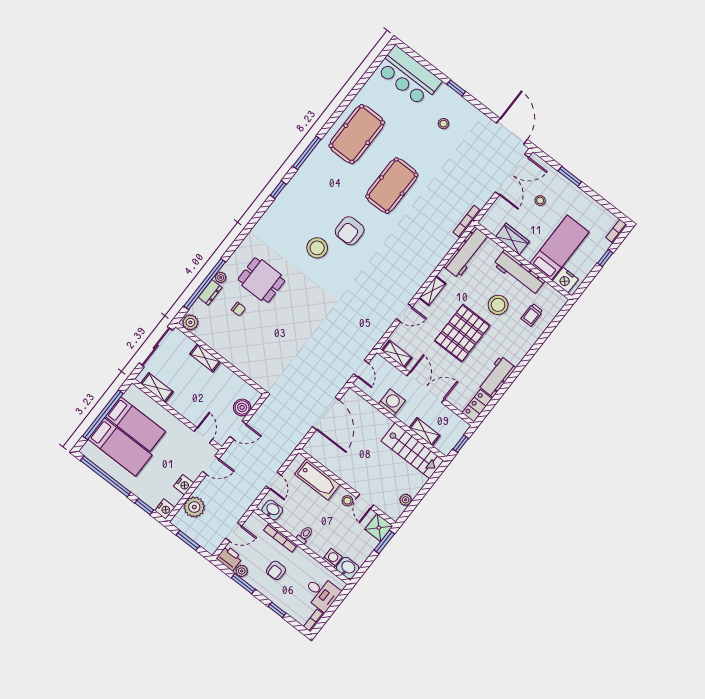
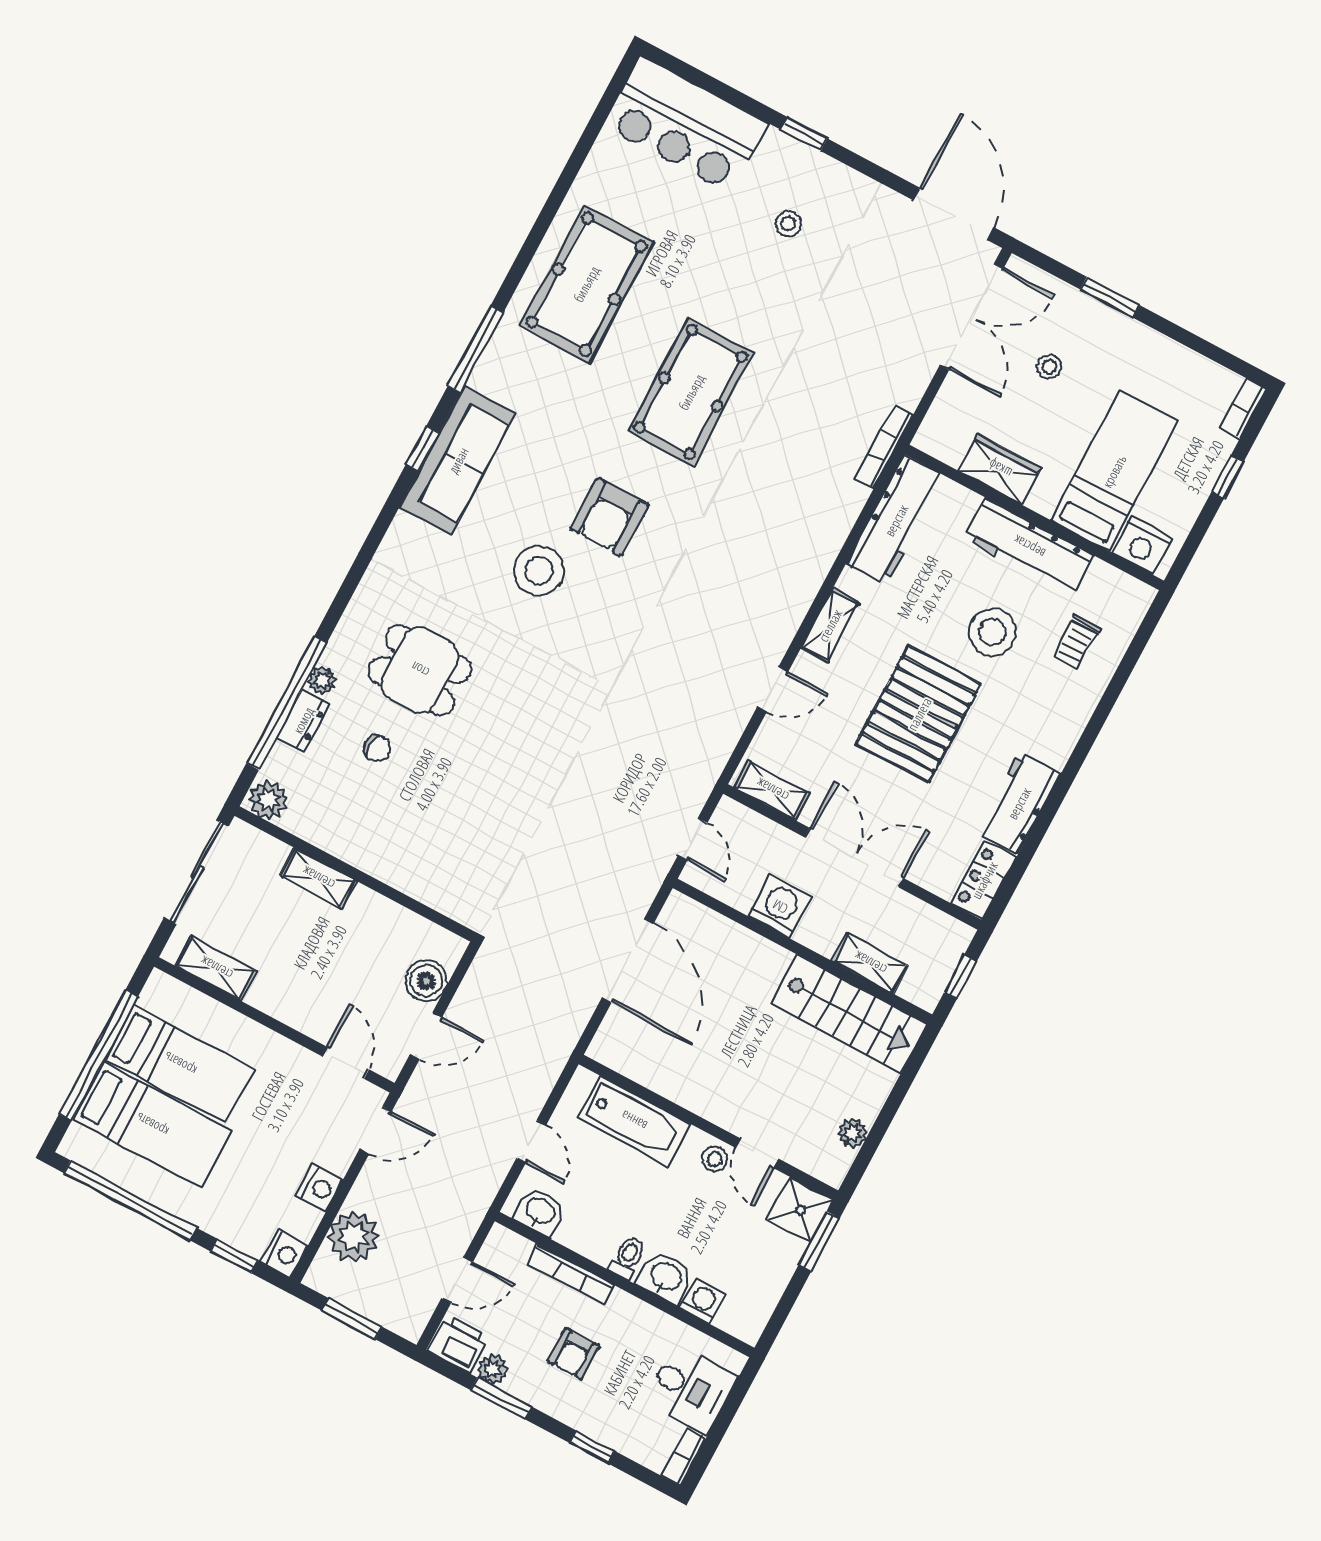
sofa: (292, 197) -> (458, 460), added
washbasin: (348, 568) -> (666, 1277), moved

